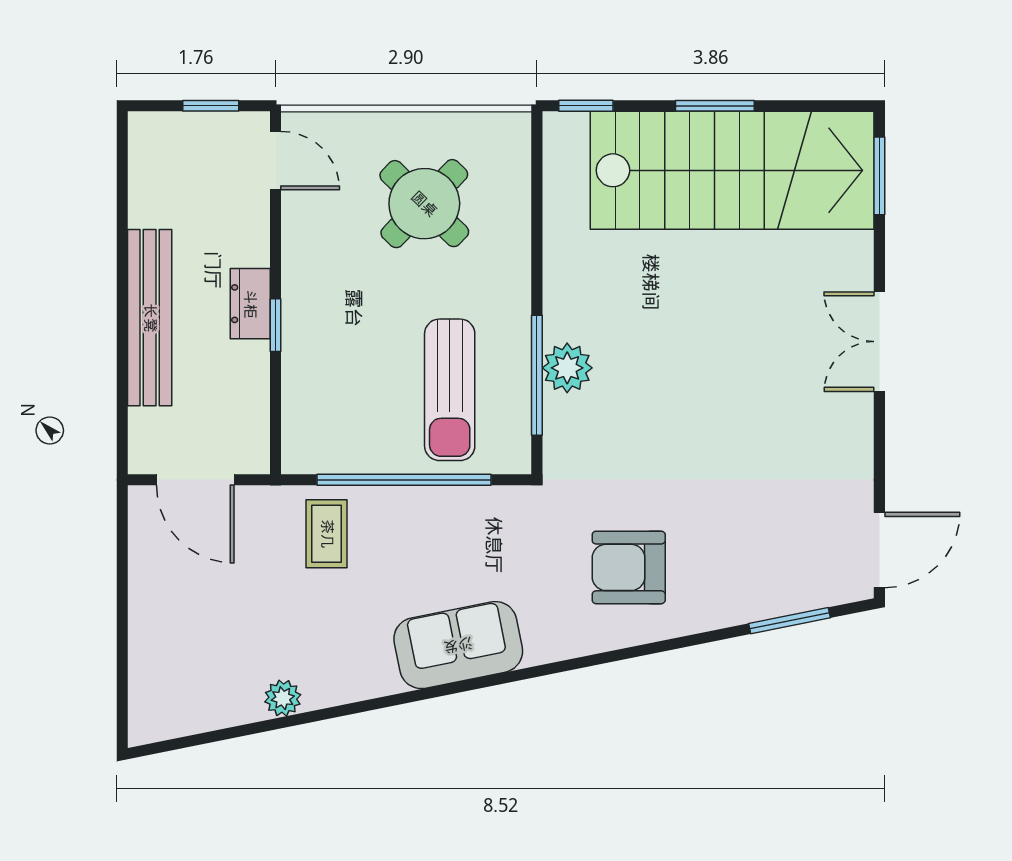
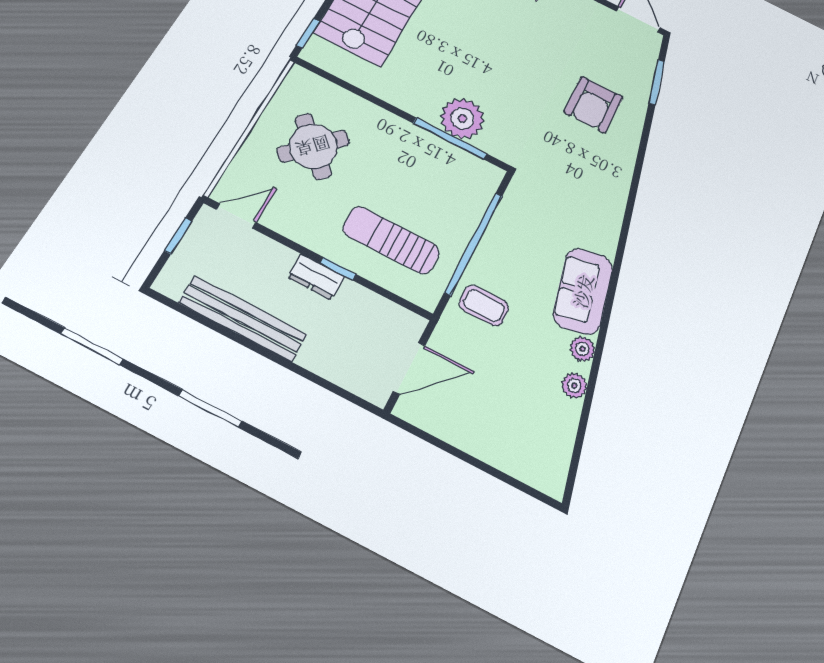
bench: (150, 318) -> (243, 319), moved
plant: (567, 368) -> (462, 118), width x1.36, depth x1.36
sun lounger: (450, 390) -> (391, 240), moved, turned 180
armchair: (629, 567) -> (593, 105), moved
sofa: (458, 645) -> (583, 291), moved
plant: (337, 687) -> (582, 349), added

